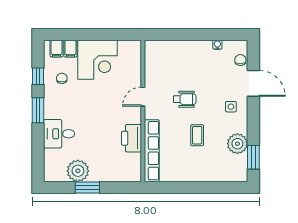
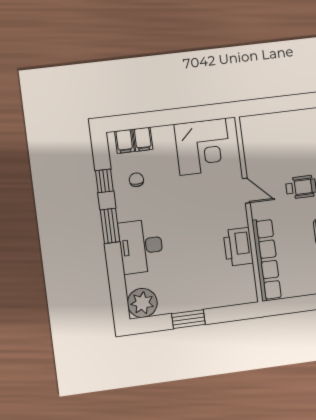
corner desk: (98, 60) -> (203, 147), moved
door: (143, 97) -> (246, 191), swing flipped
desk: (59, 134) -> (141, 246), width x1.37
plant: (78, 171) -> (142, 303), moved

